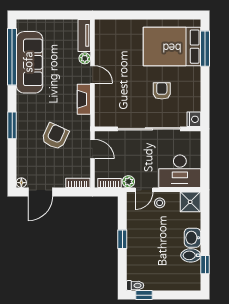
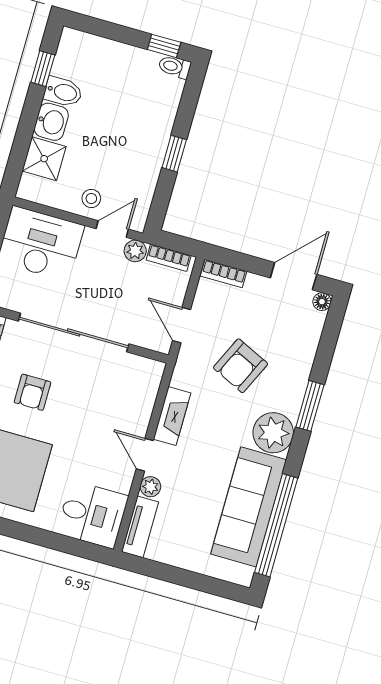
desk: (111, 35) -> (92, 515), added
plant: (28, 106) -> (273, 433), added
shower: (190, 202) -> (44, 159), moved

